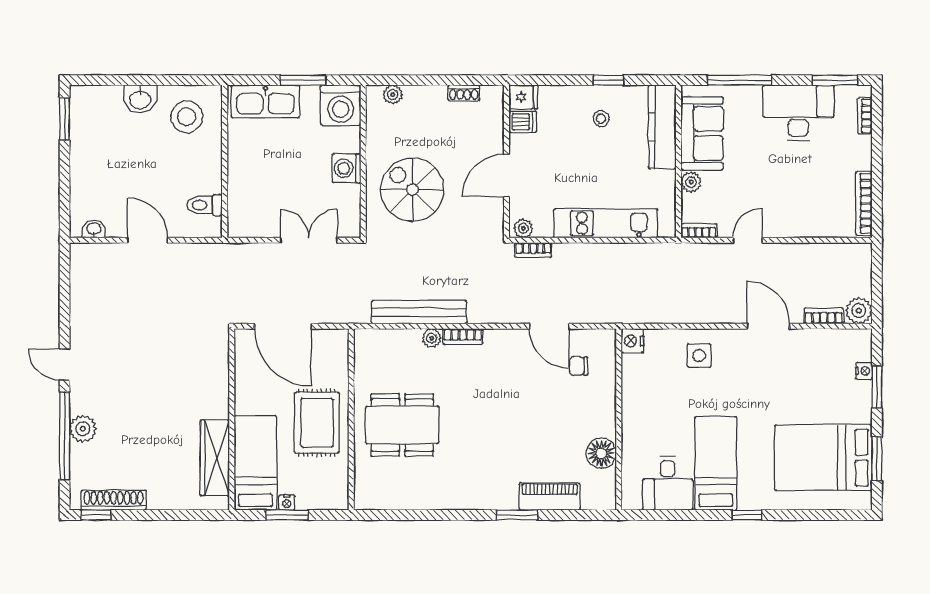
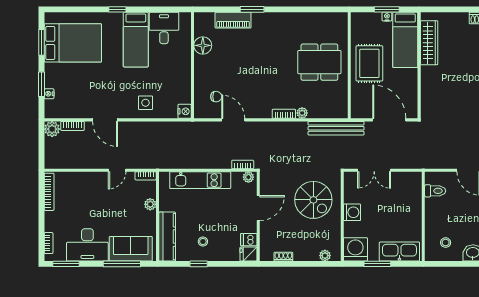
stool: (187, 117) -> (446, 243), width x0.53, depth x0.53
sofa: (702, 133) -> (131, 249), moved, turned 90
bench: (419, 312) -> (336, 128), moved

